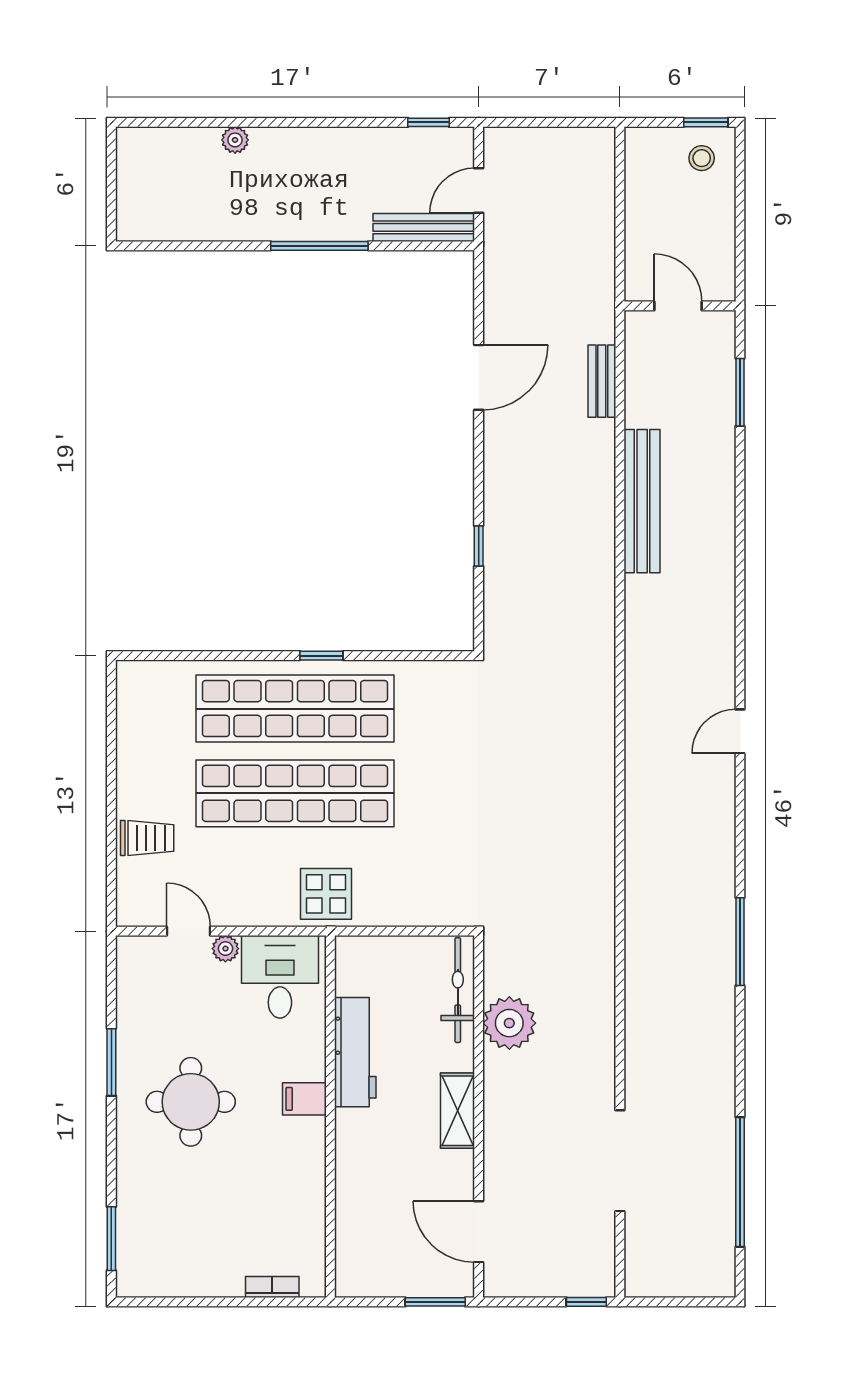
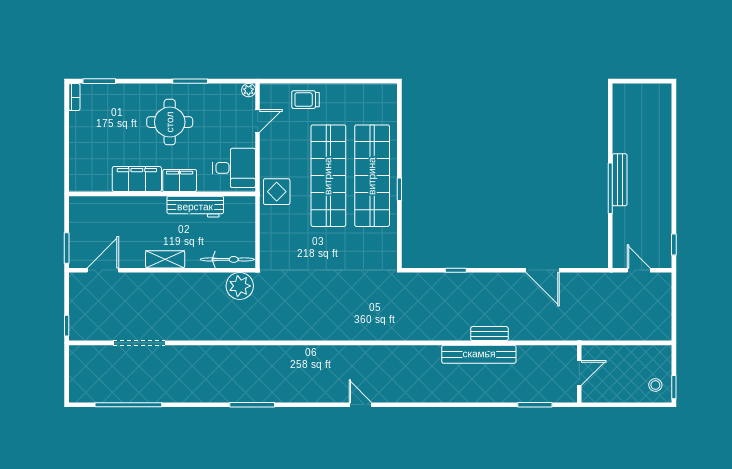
plant: (235, 140) -> (665, 145), removed
bench: (424, 227) -> (620, 180), moved
bench: (602, 381) -> (489, 334), moved
trolley: (147, 838) -> (305, 100), turned 90
plant: (225, 949) -> (249, 90), moved
plant: (509, 1023) -> (240, 286), moved
filing cabinet: (304, 1099) -> (180, 180), width x2.00
filing cabinet: (301, 1166) -> (137, 179), added
bookcase: (272, 1287) -> (74, 97), moved

